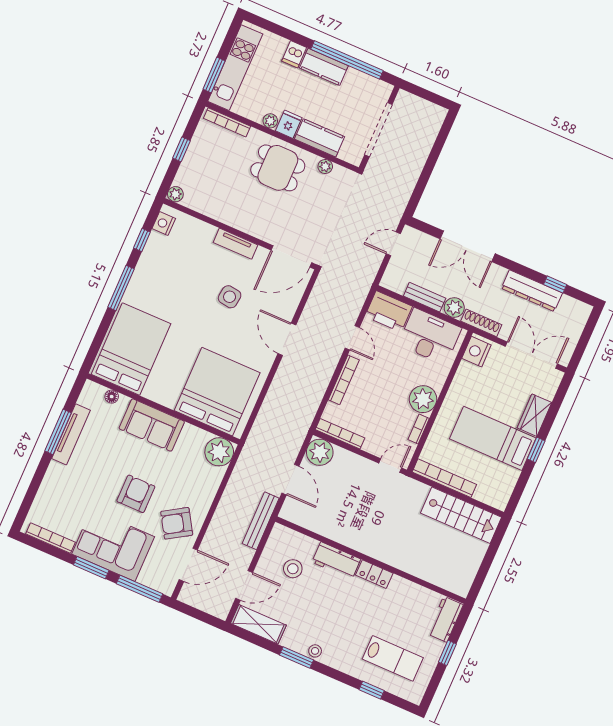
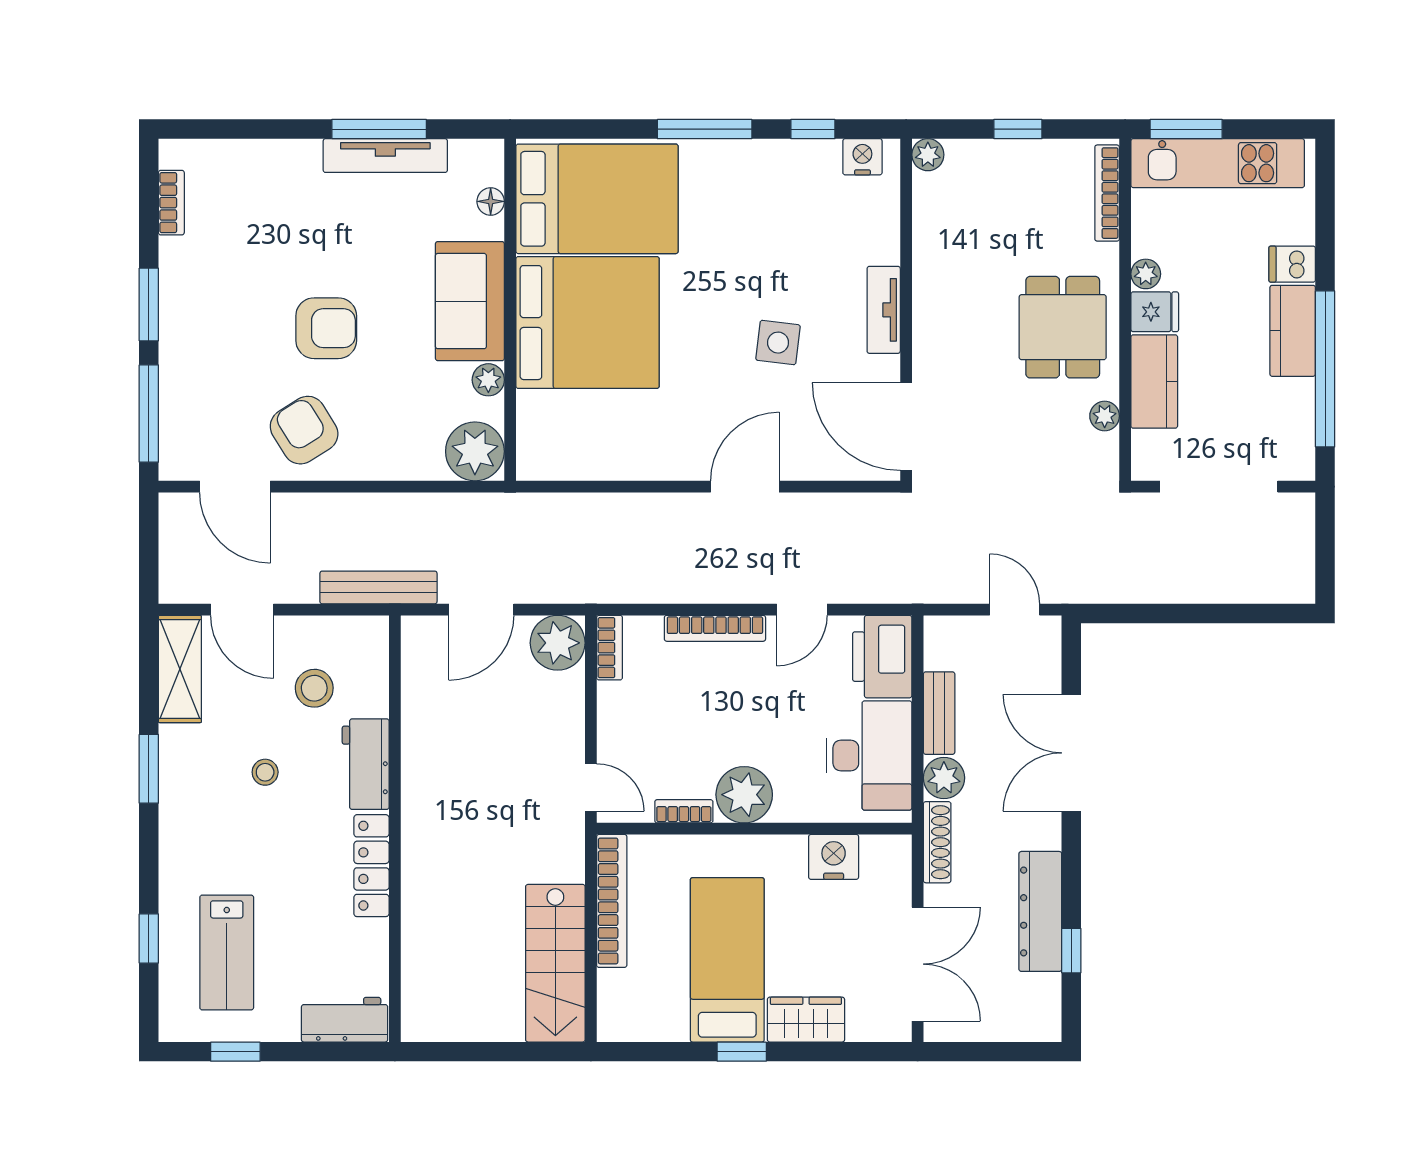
nightstand: (476, 352) -> (834, 857), moved
bed: (217, 392) -> (588, 323), moved
plant: (190, 432) -> (488, 380), added
bookcase: (340, 434) -> (610, 648), width x0.64
bookcase: (50, 538) -> (171, 203), width x0.64
corner sofa: (113, 545) -> (209, 328), removed
locker: (374, 574) -> (371, 866), width x1.53
stool: (315, 651) -> (265, 772), moved
window: (447, 653) -> (235, 1052), moved

